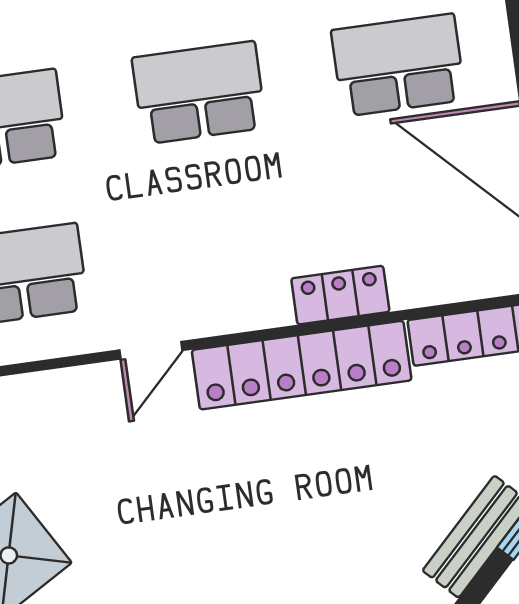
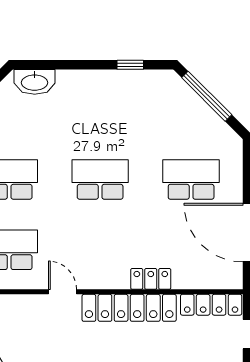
door: (151, 350) -> (62, 292), swing flipped

